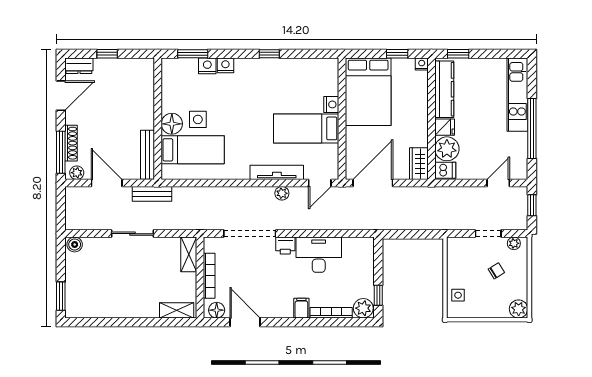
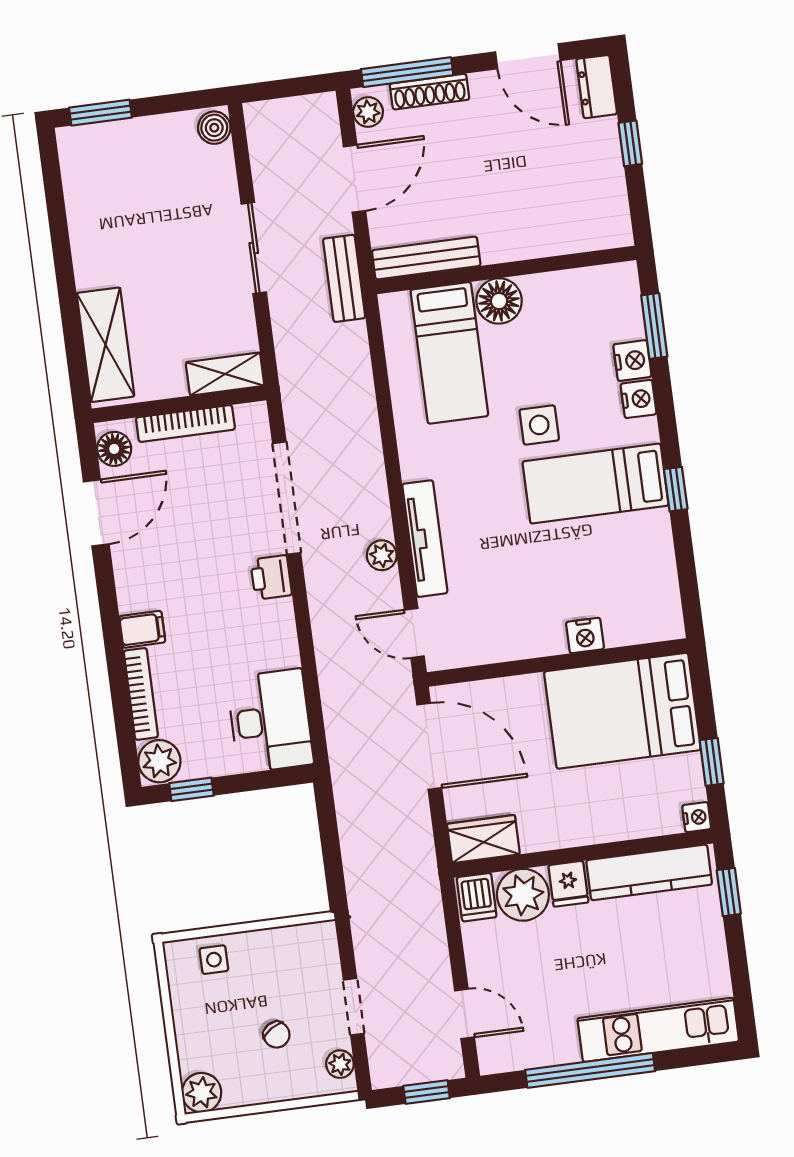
side table: (198, 119) -> (539, 425), moved
bed: (306, 128) -> (595, 484), moved, turned -90
desk: (319, 255) -> (270, 721), moved
shelving: (177, 310) -> (105, 345), width x1.50, depth x1.33

